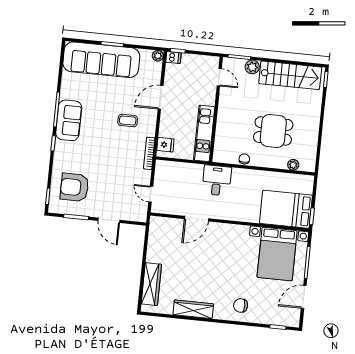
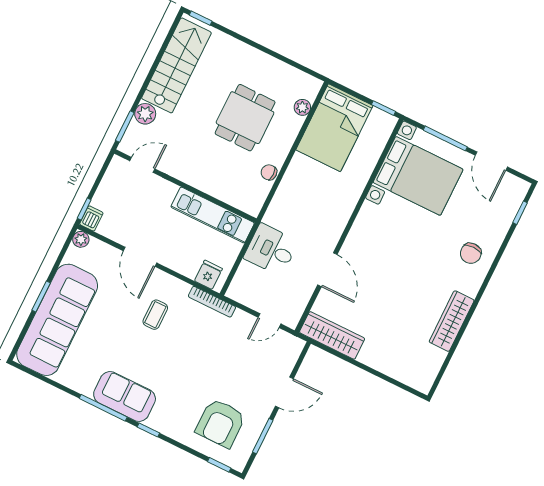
desk: (217, 180) -> (271, 250), moved
bed: (286, 209) -> (334, 128), moved
wardrobe: (151, 284) -> (332, 335), moved

